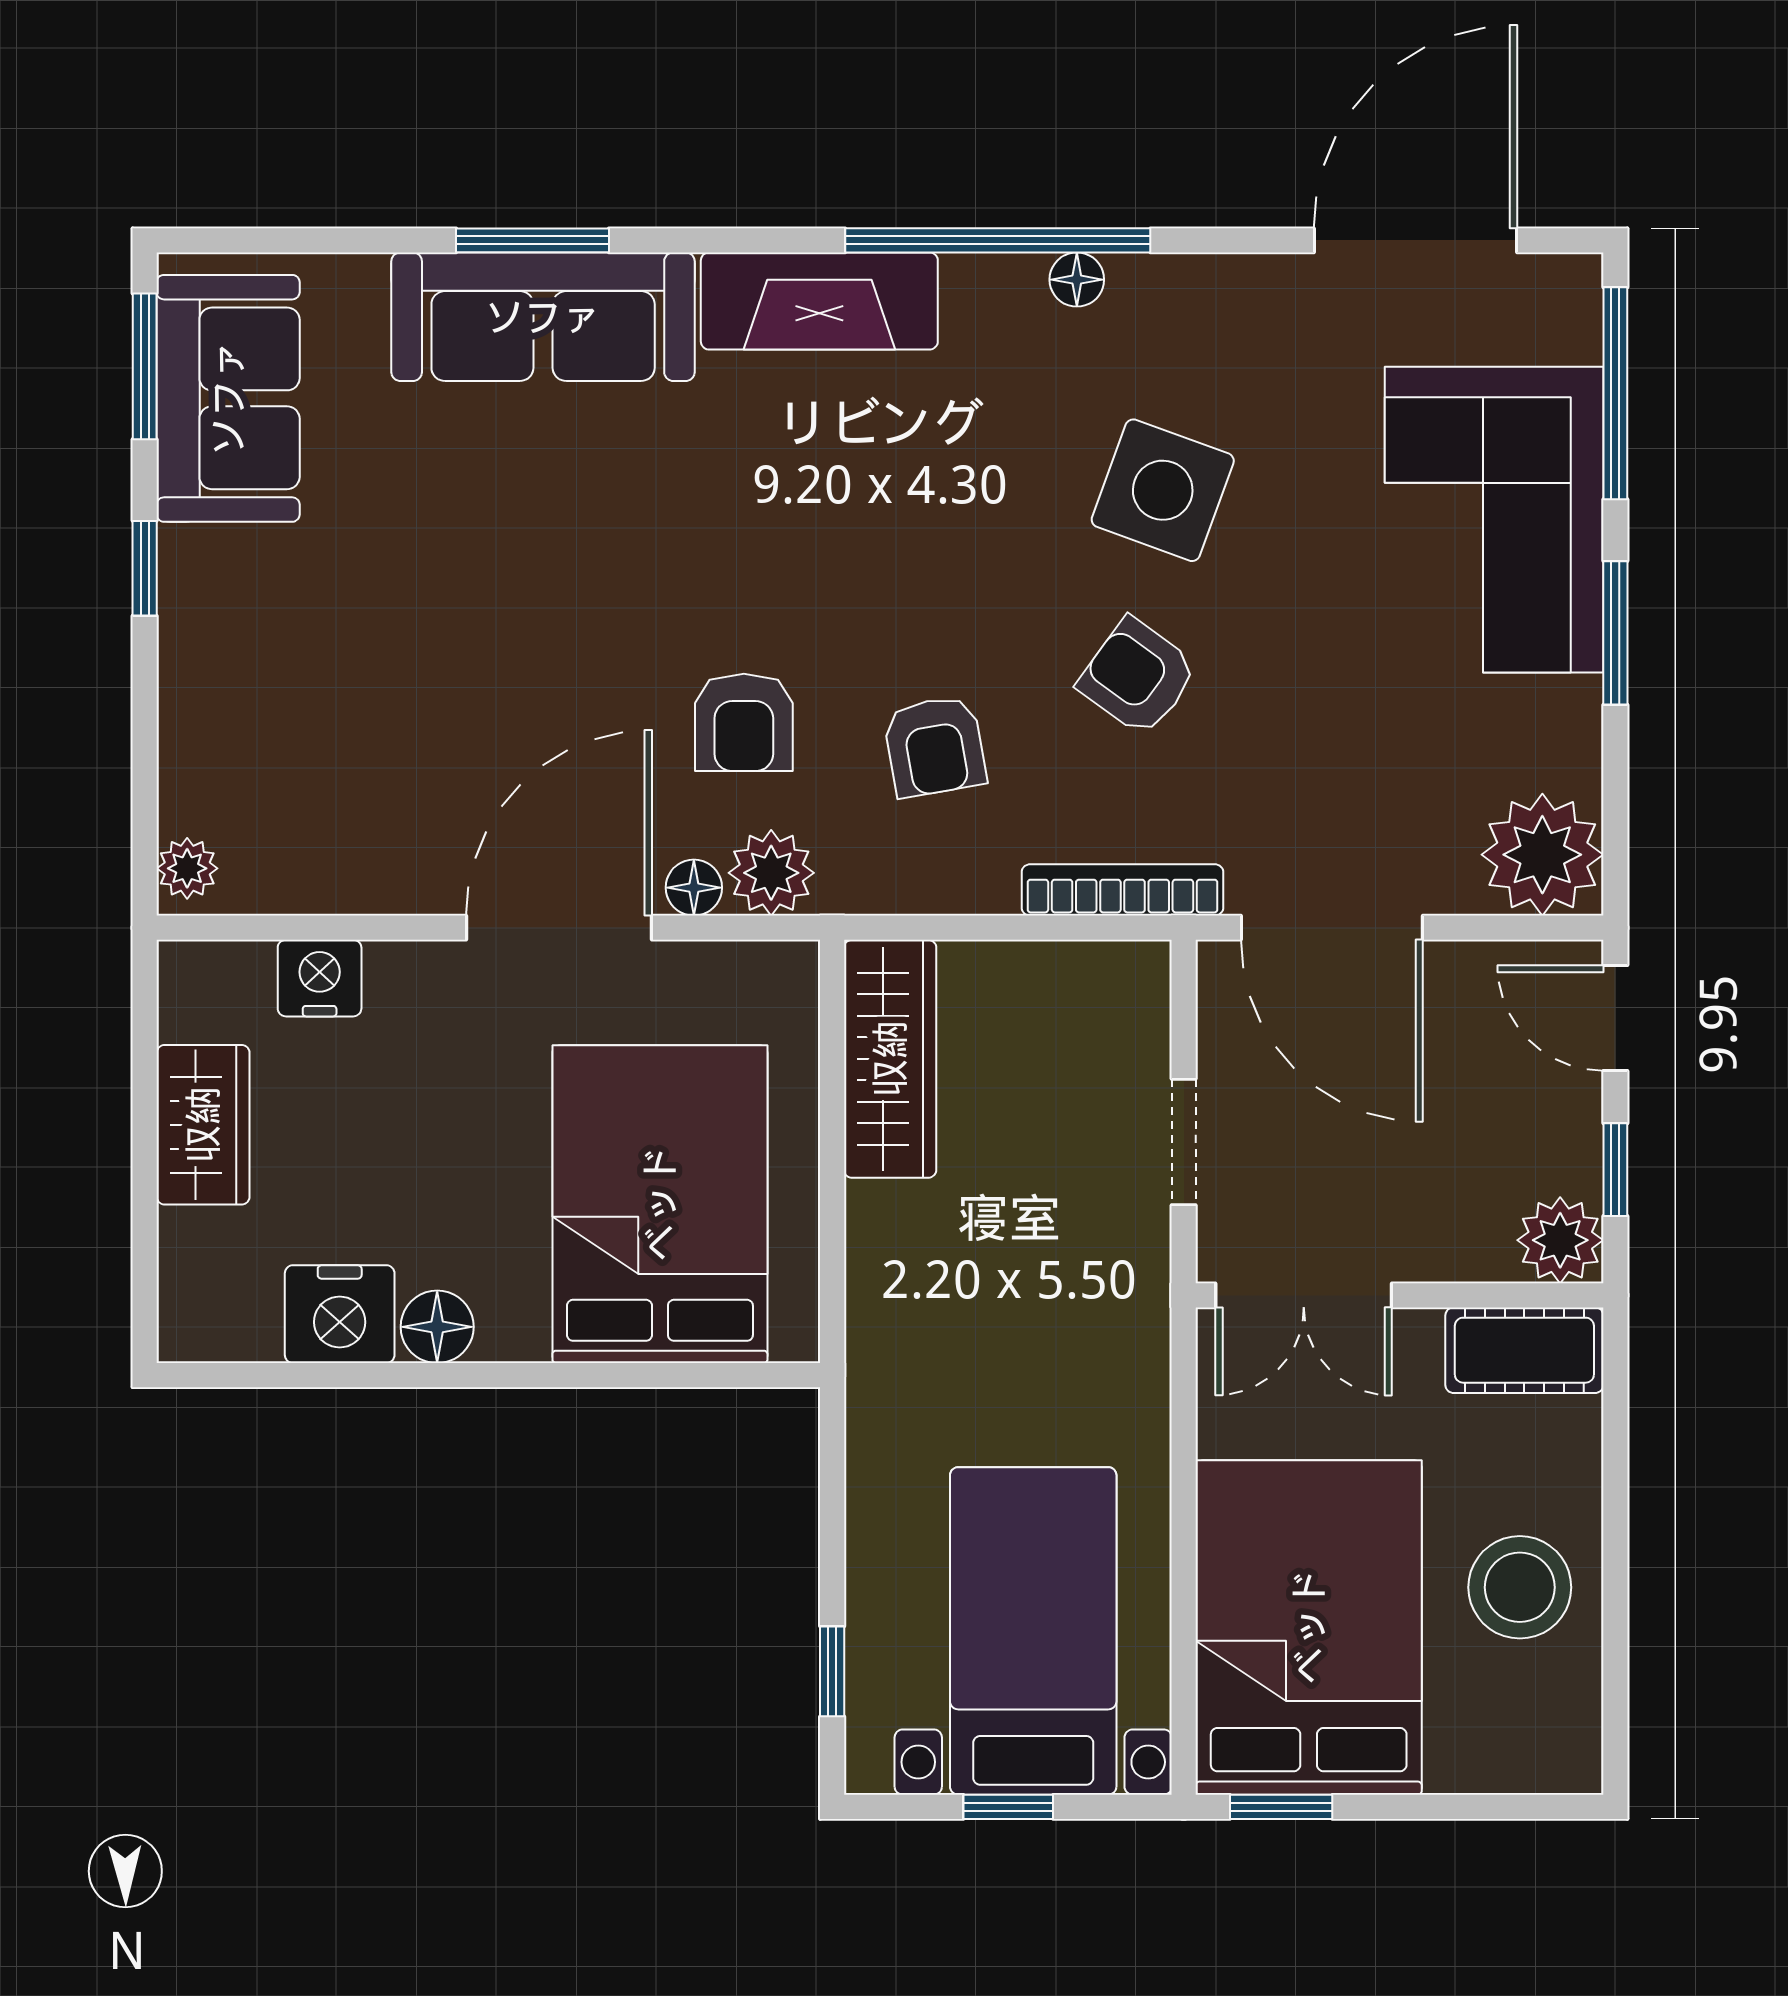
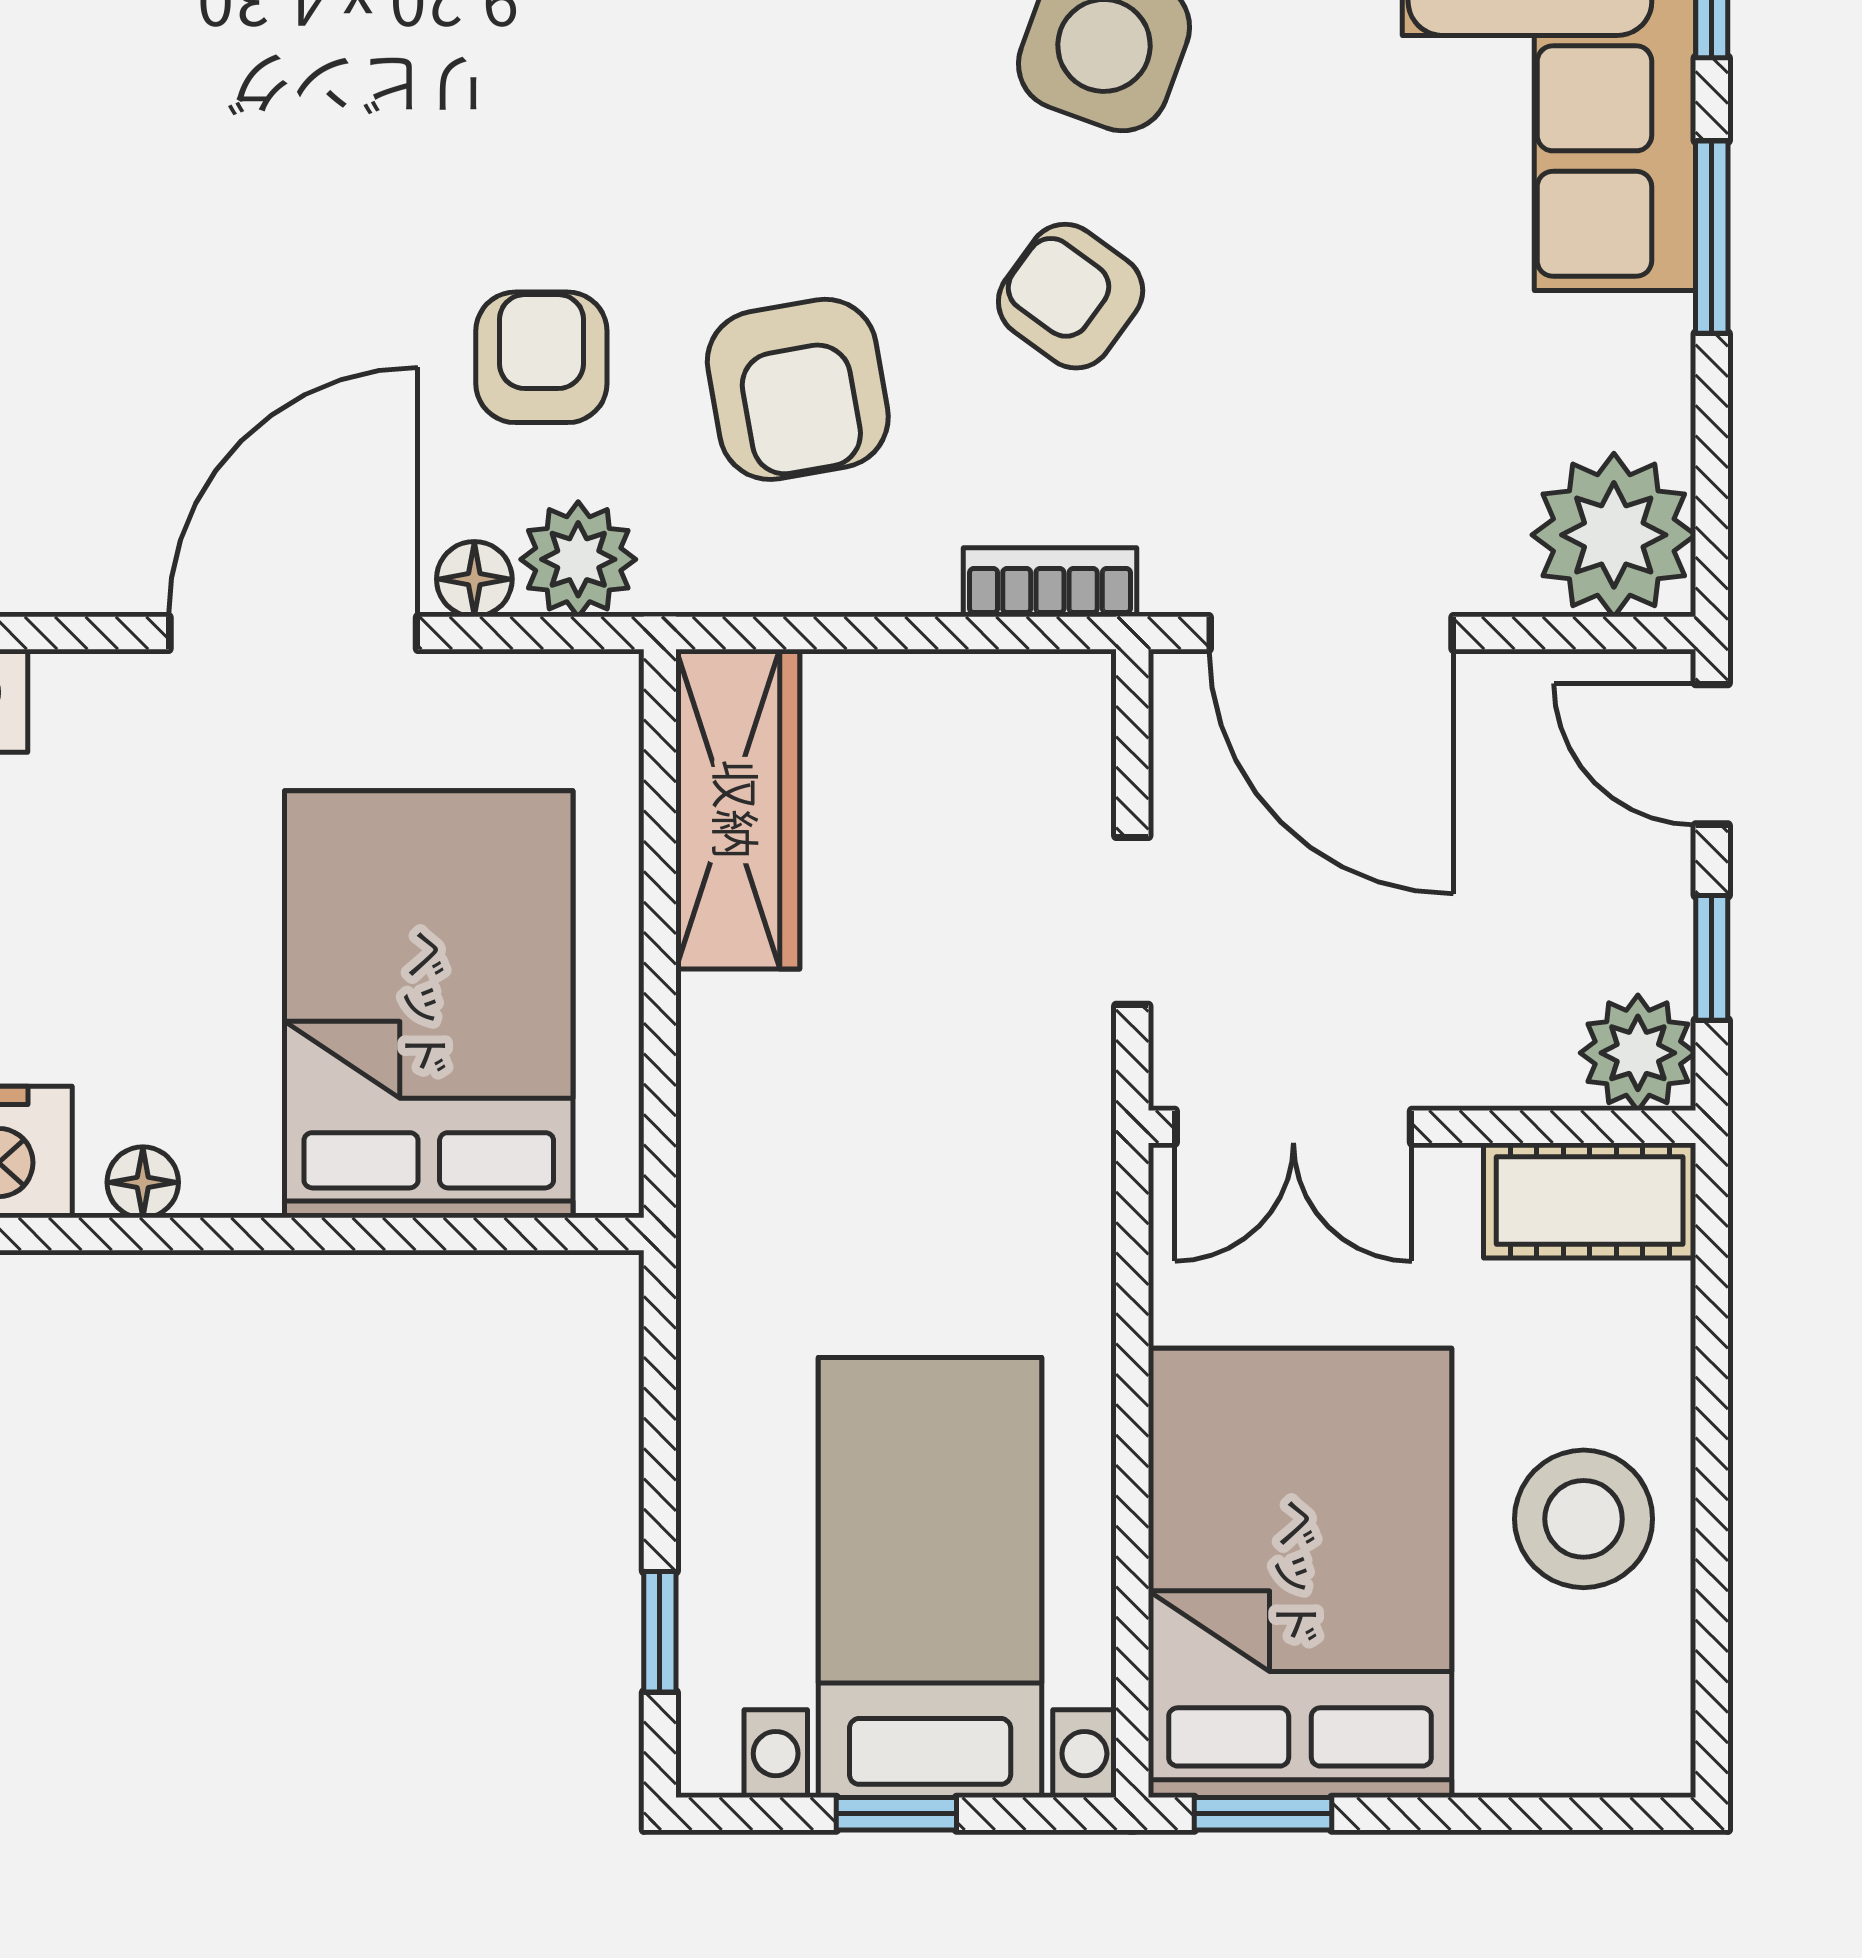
armchair: (744, 722) -> (541, 357), turned 180
armchair: (935, 746) -> (798, 389), width x1.38, depth x1.38
bookcase: (1122, 890) -> (1050, 582), width x0.64
floor lamp: (437, 1327) -> (143, 1182), width x0.73, depth x0.73

